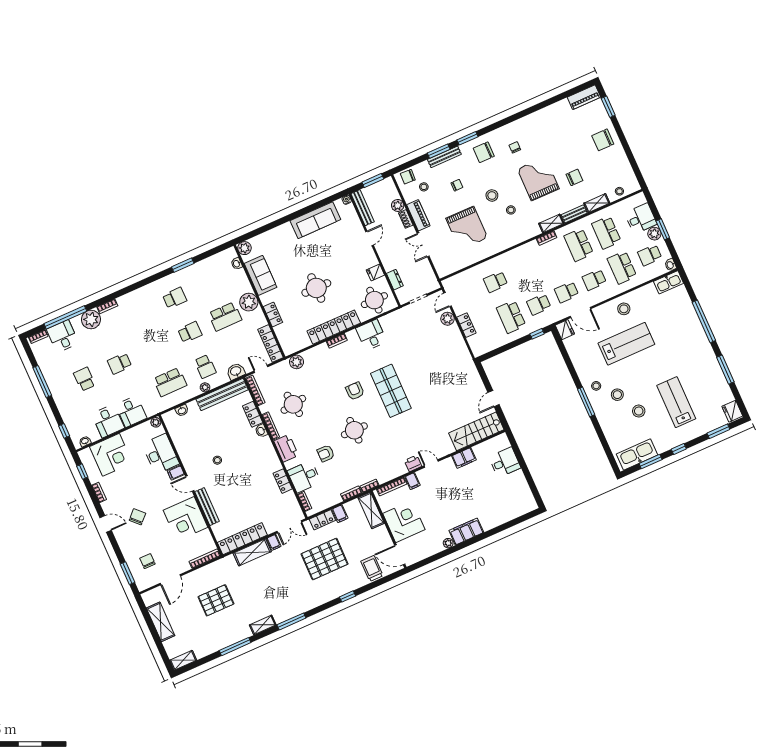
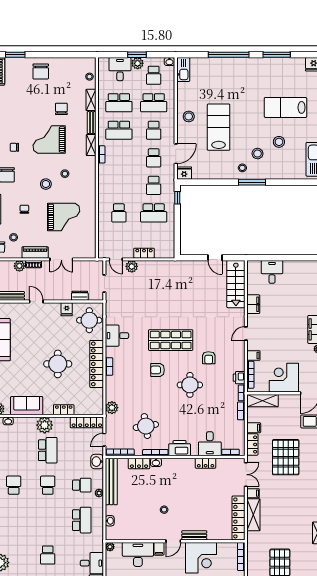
armchair: (326, 453) -> (209, 358), moved
printer: (413, 463) -> (239, 378), moved
bench: (207, 507) -> (194, 535), width x0.73

